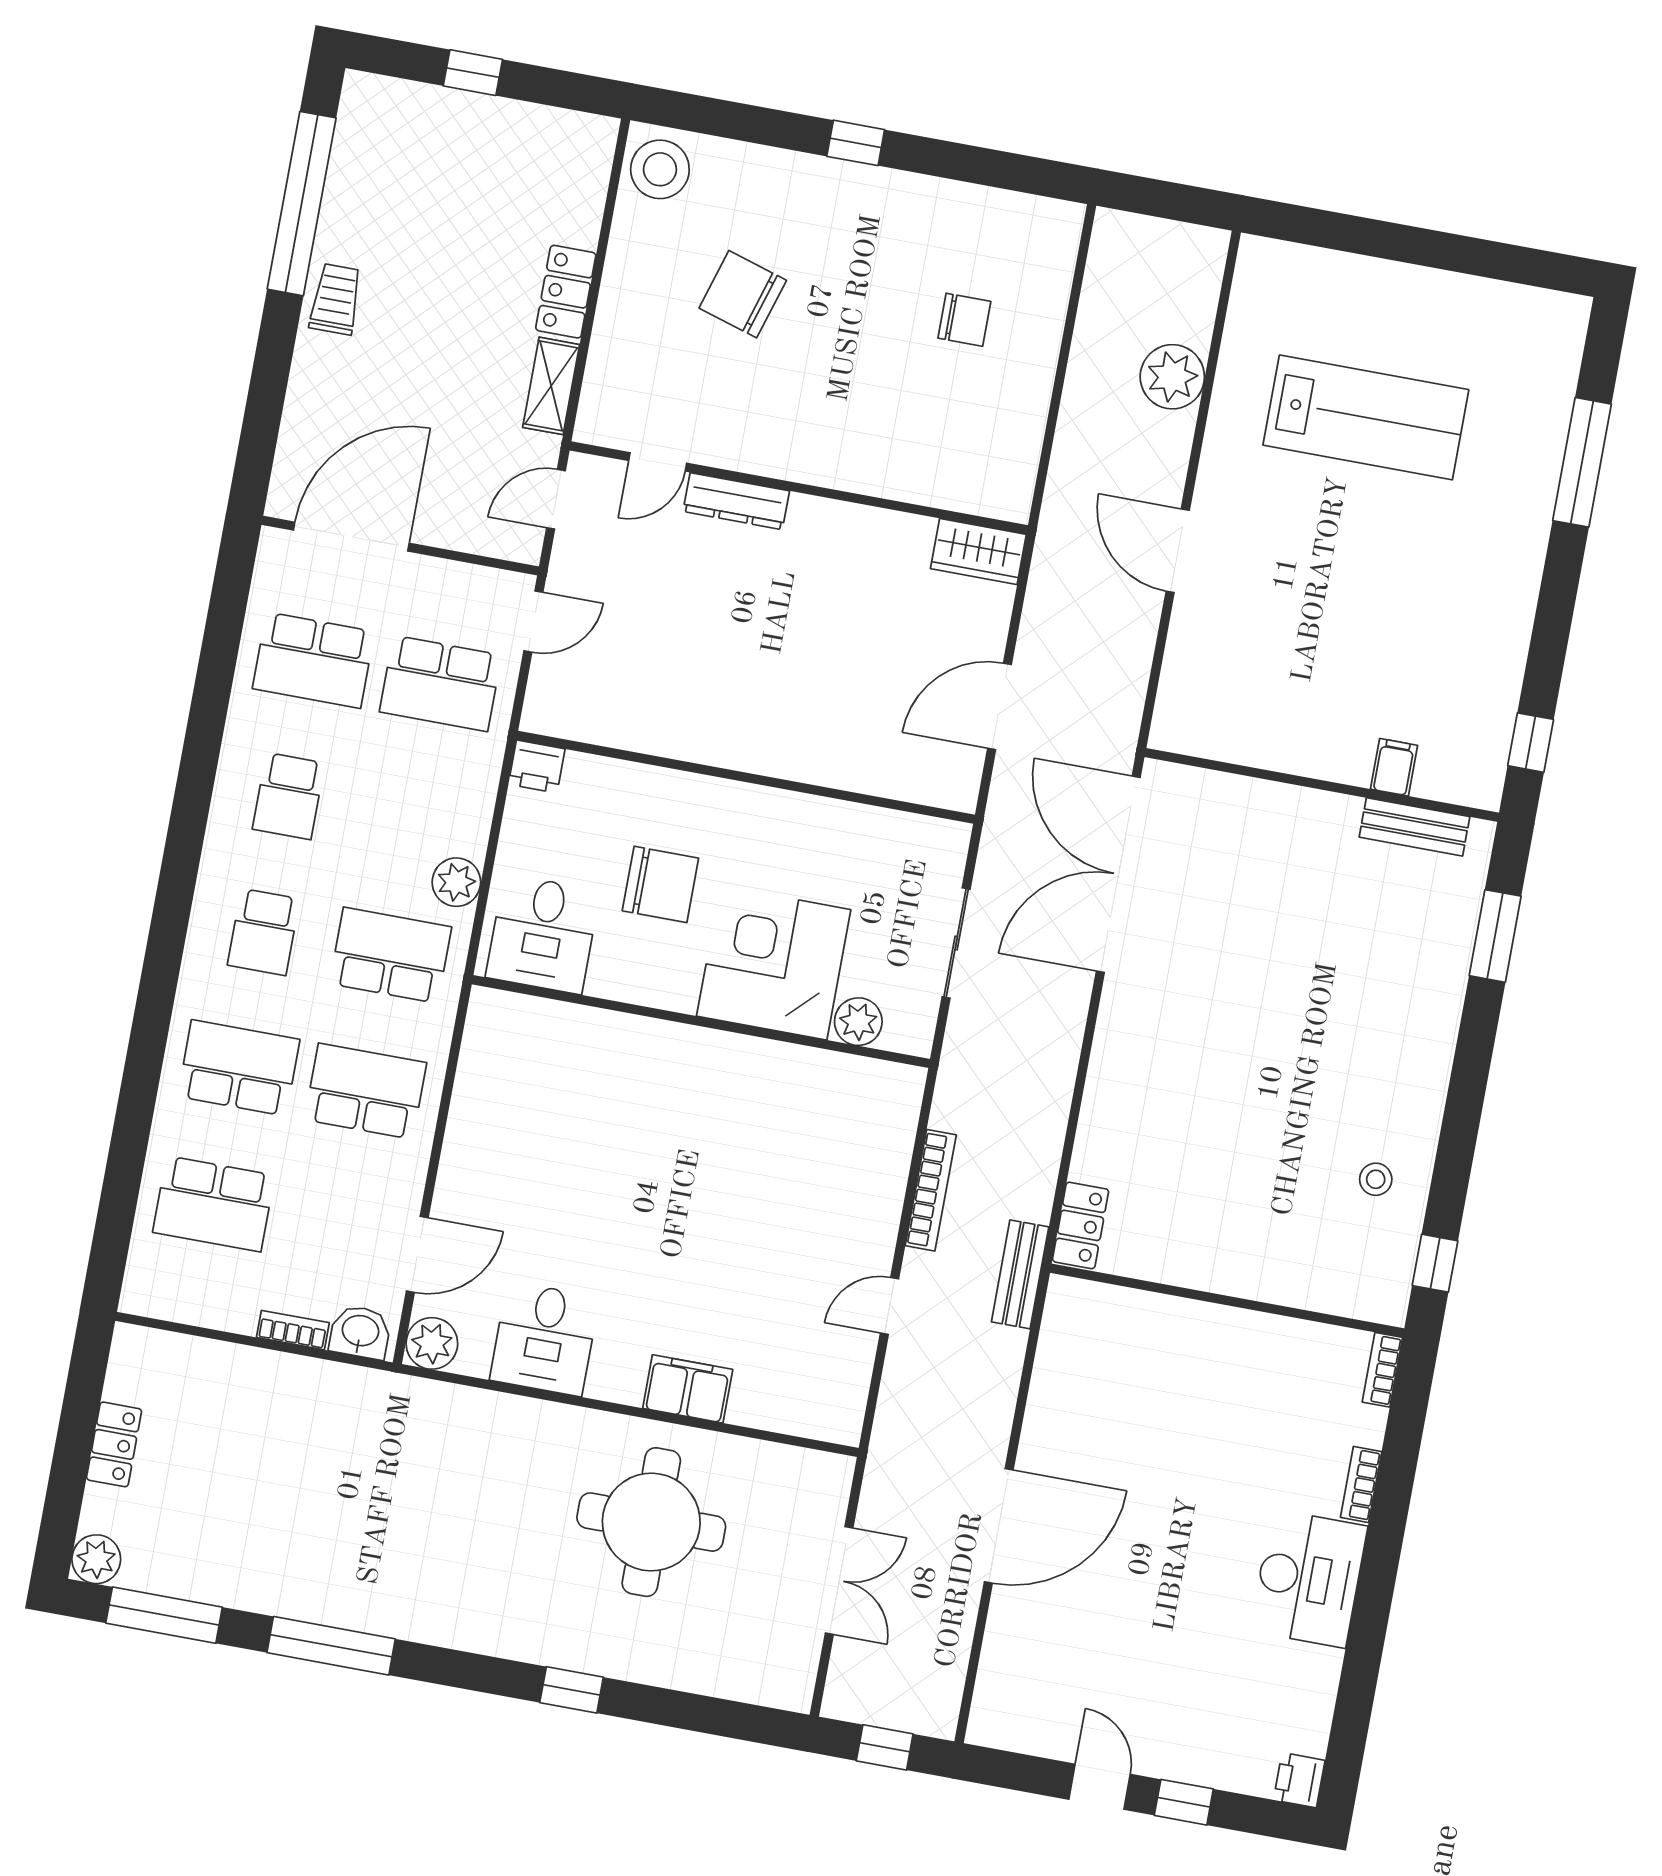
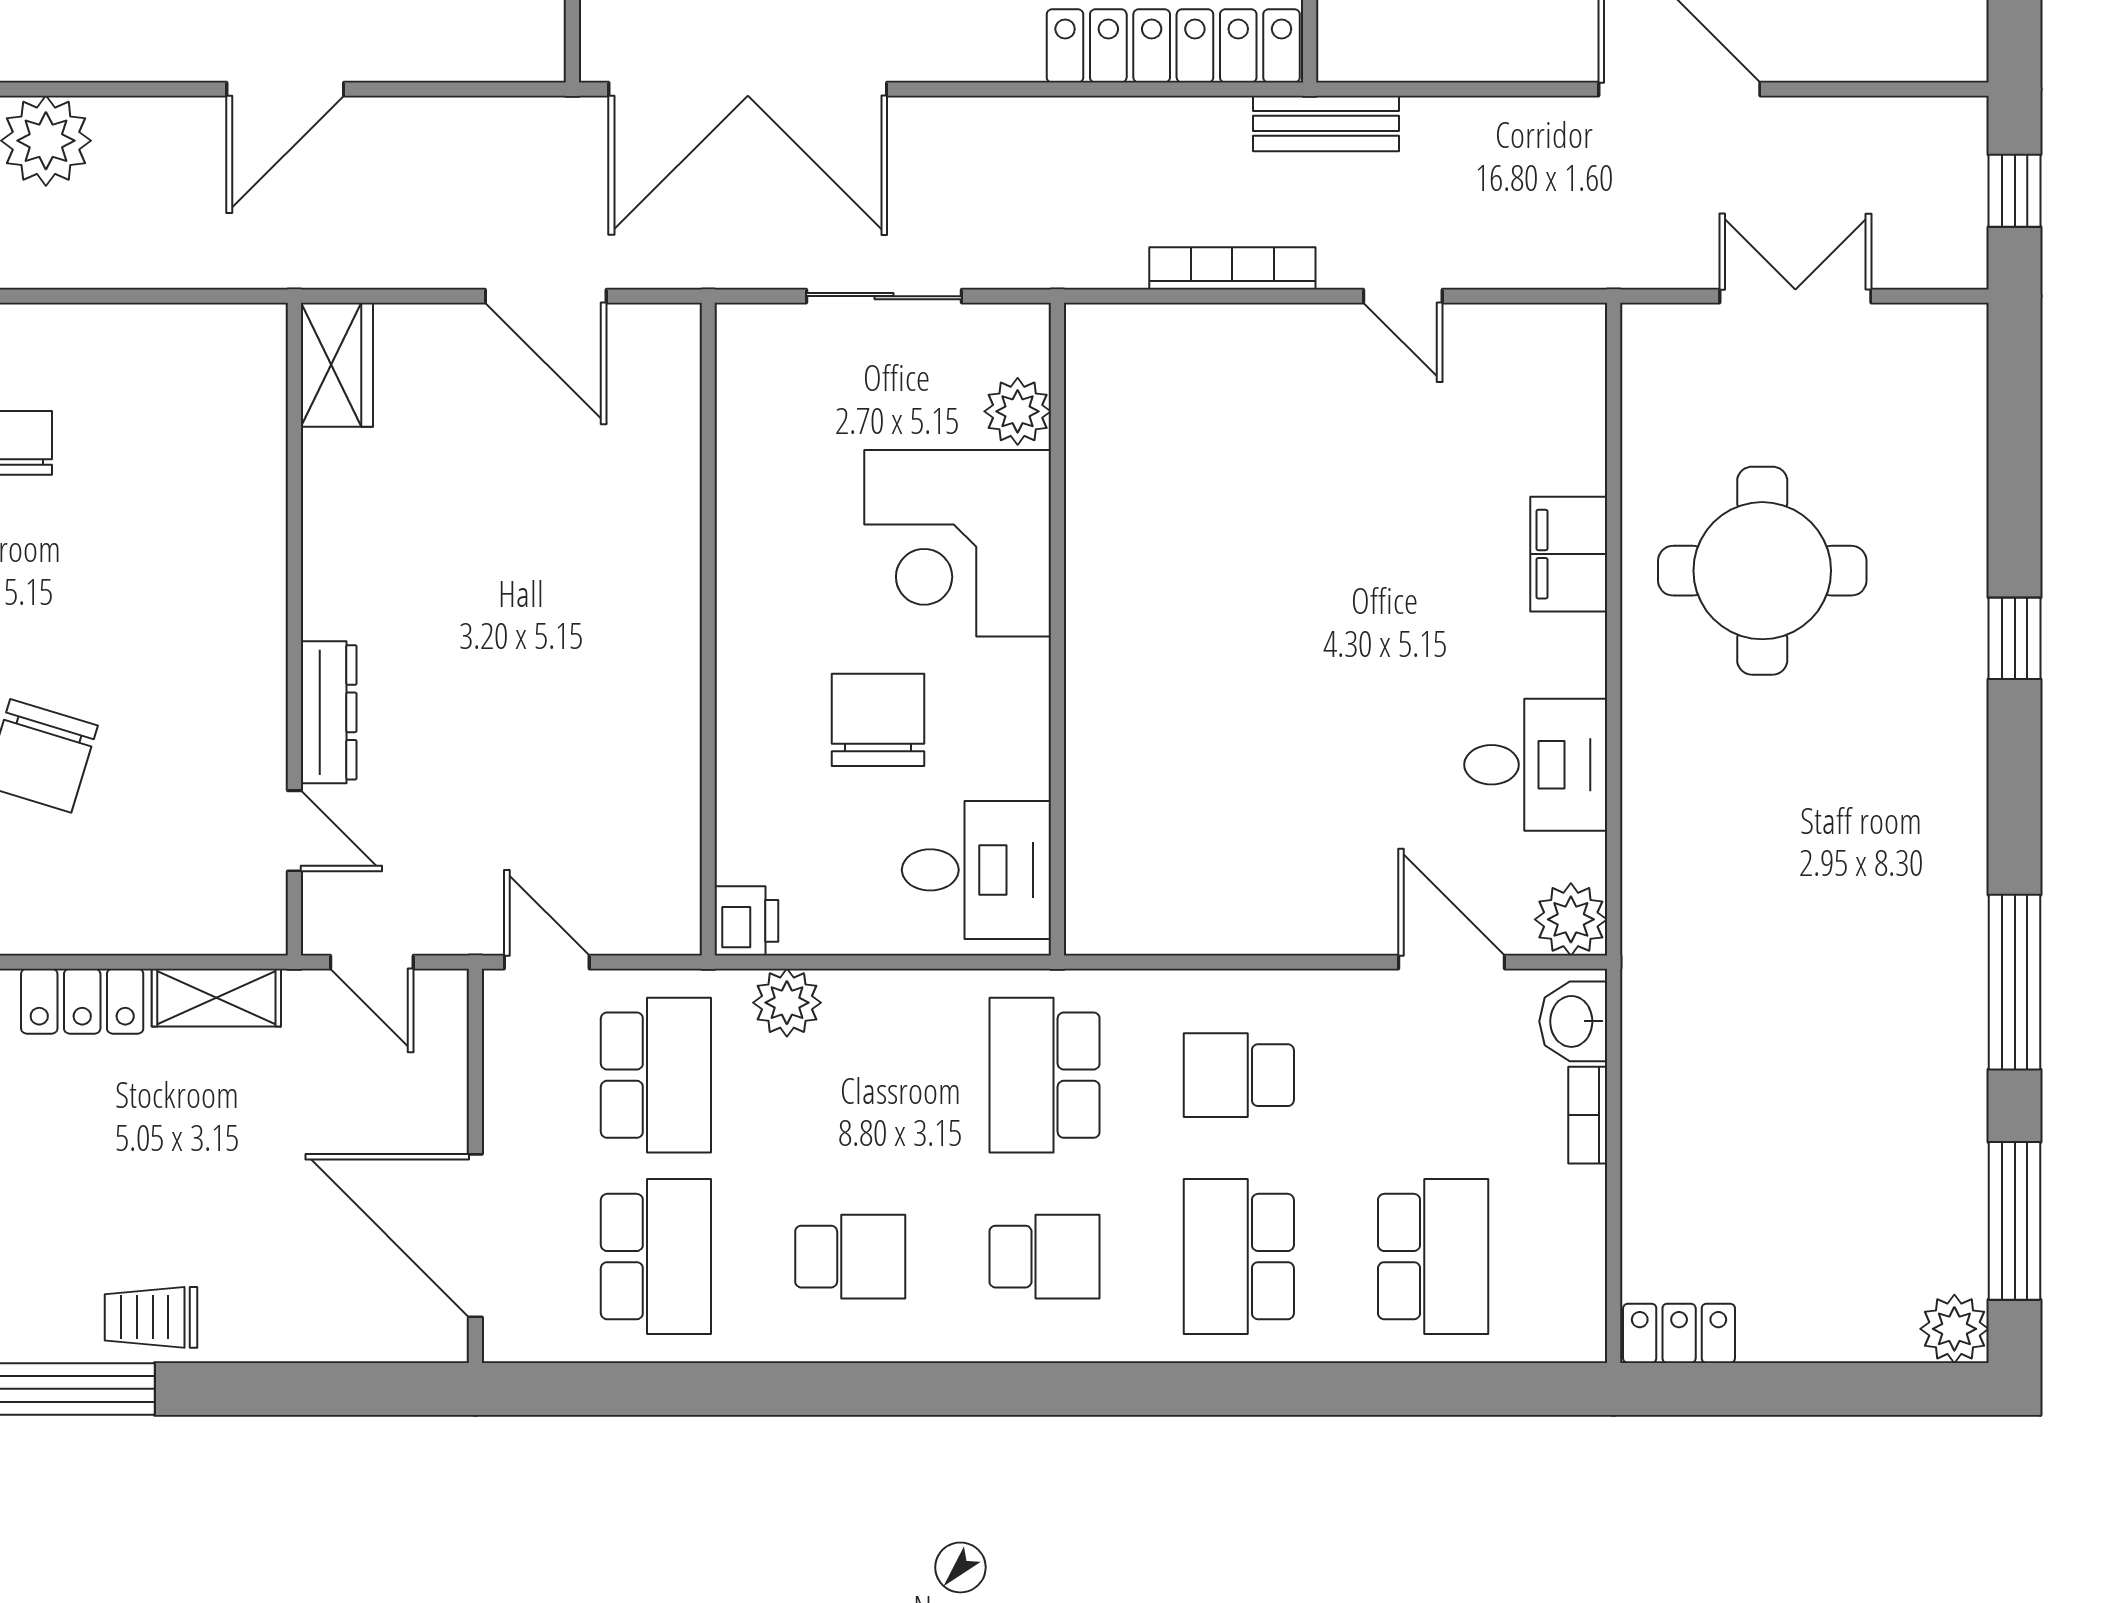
plant: (456, 882) -> (787, 1003), moved
school desk: (366, 1091) -> (1239, 1075), width x0.54
locker: (1081, 1225) -> (1173, 46), width x2.16, depth x1.21
locker: (114, 1444) -> (1679, 1333), moved

